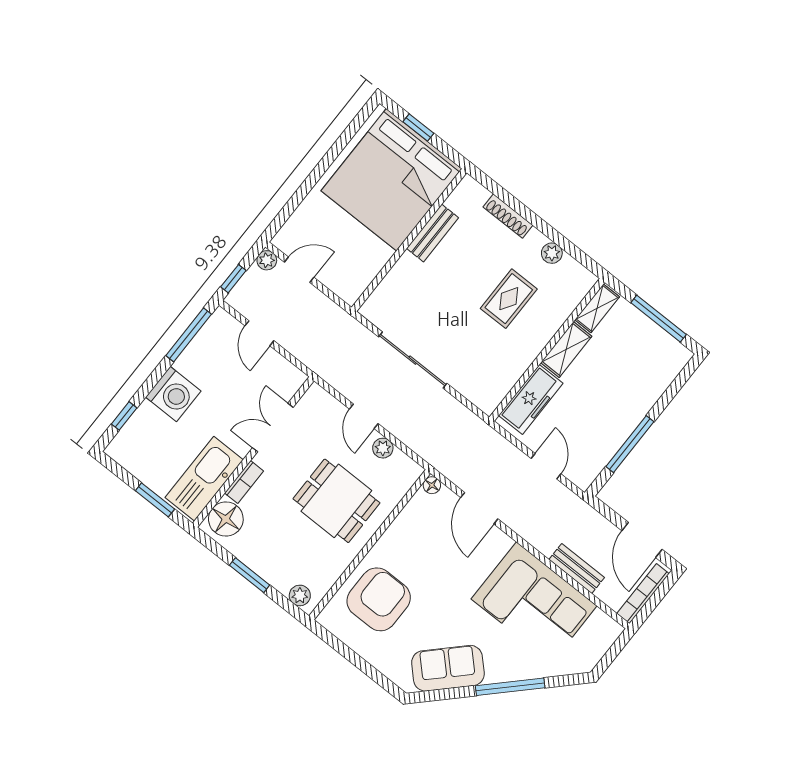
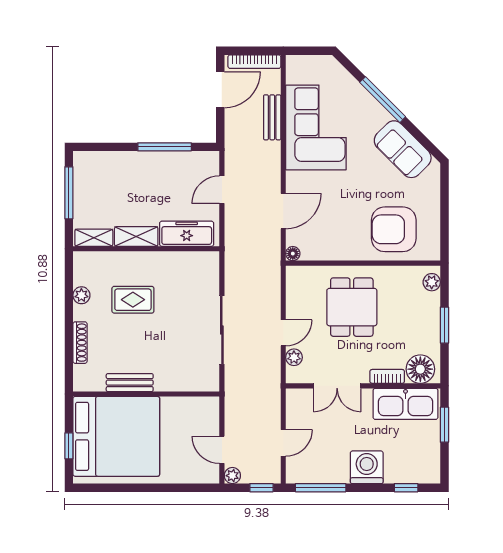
plant: (383, 448) -> (294, 357), moved

